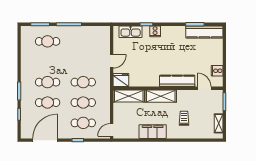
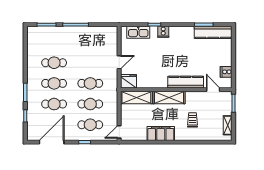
cafe table: (48, 41) -> (54, 63), moved

